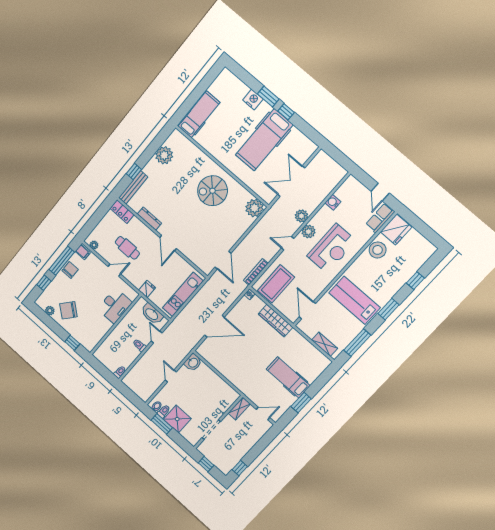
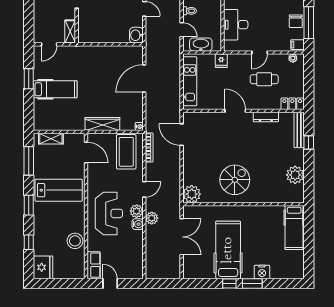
water cooler: (333, 202) -> (138, 224), moved
fridge: (396, 230) -> (43, 267), moved, turned 180
reception desk: (332, 248) -> (109, 213), turned 180

